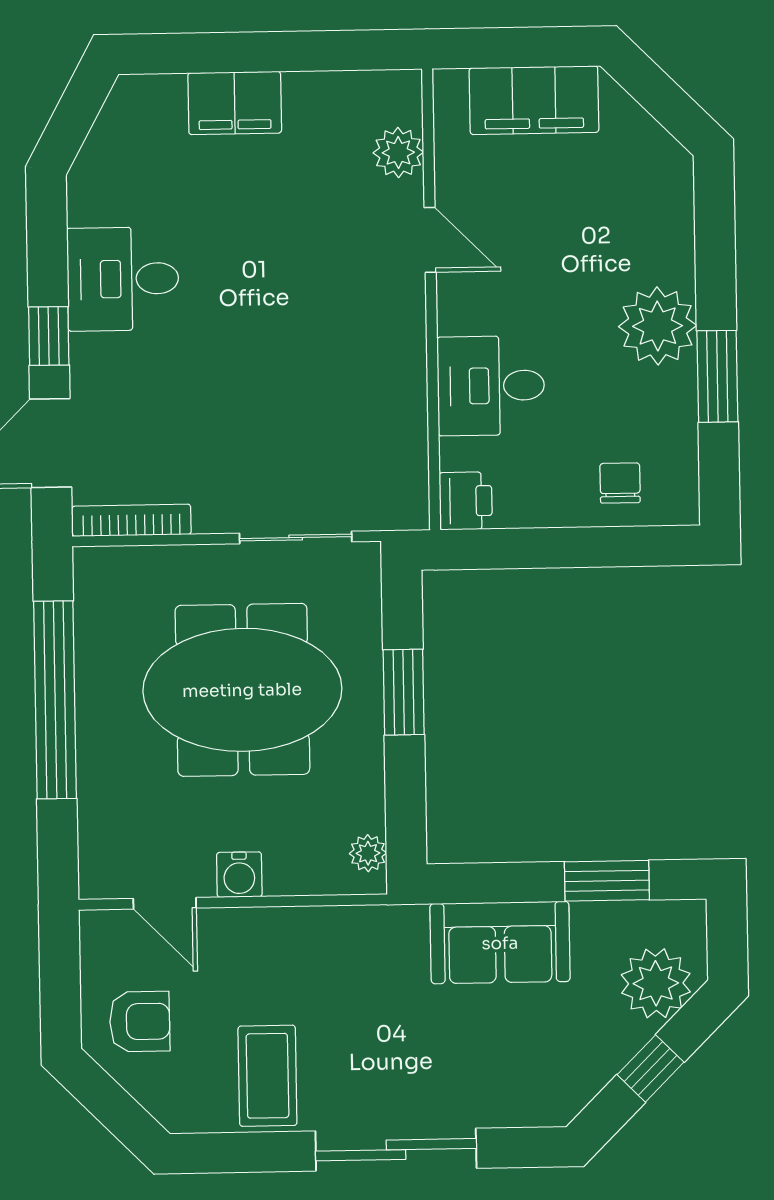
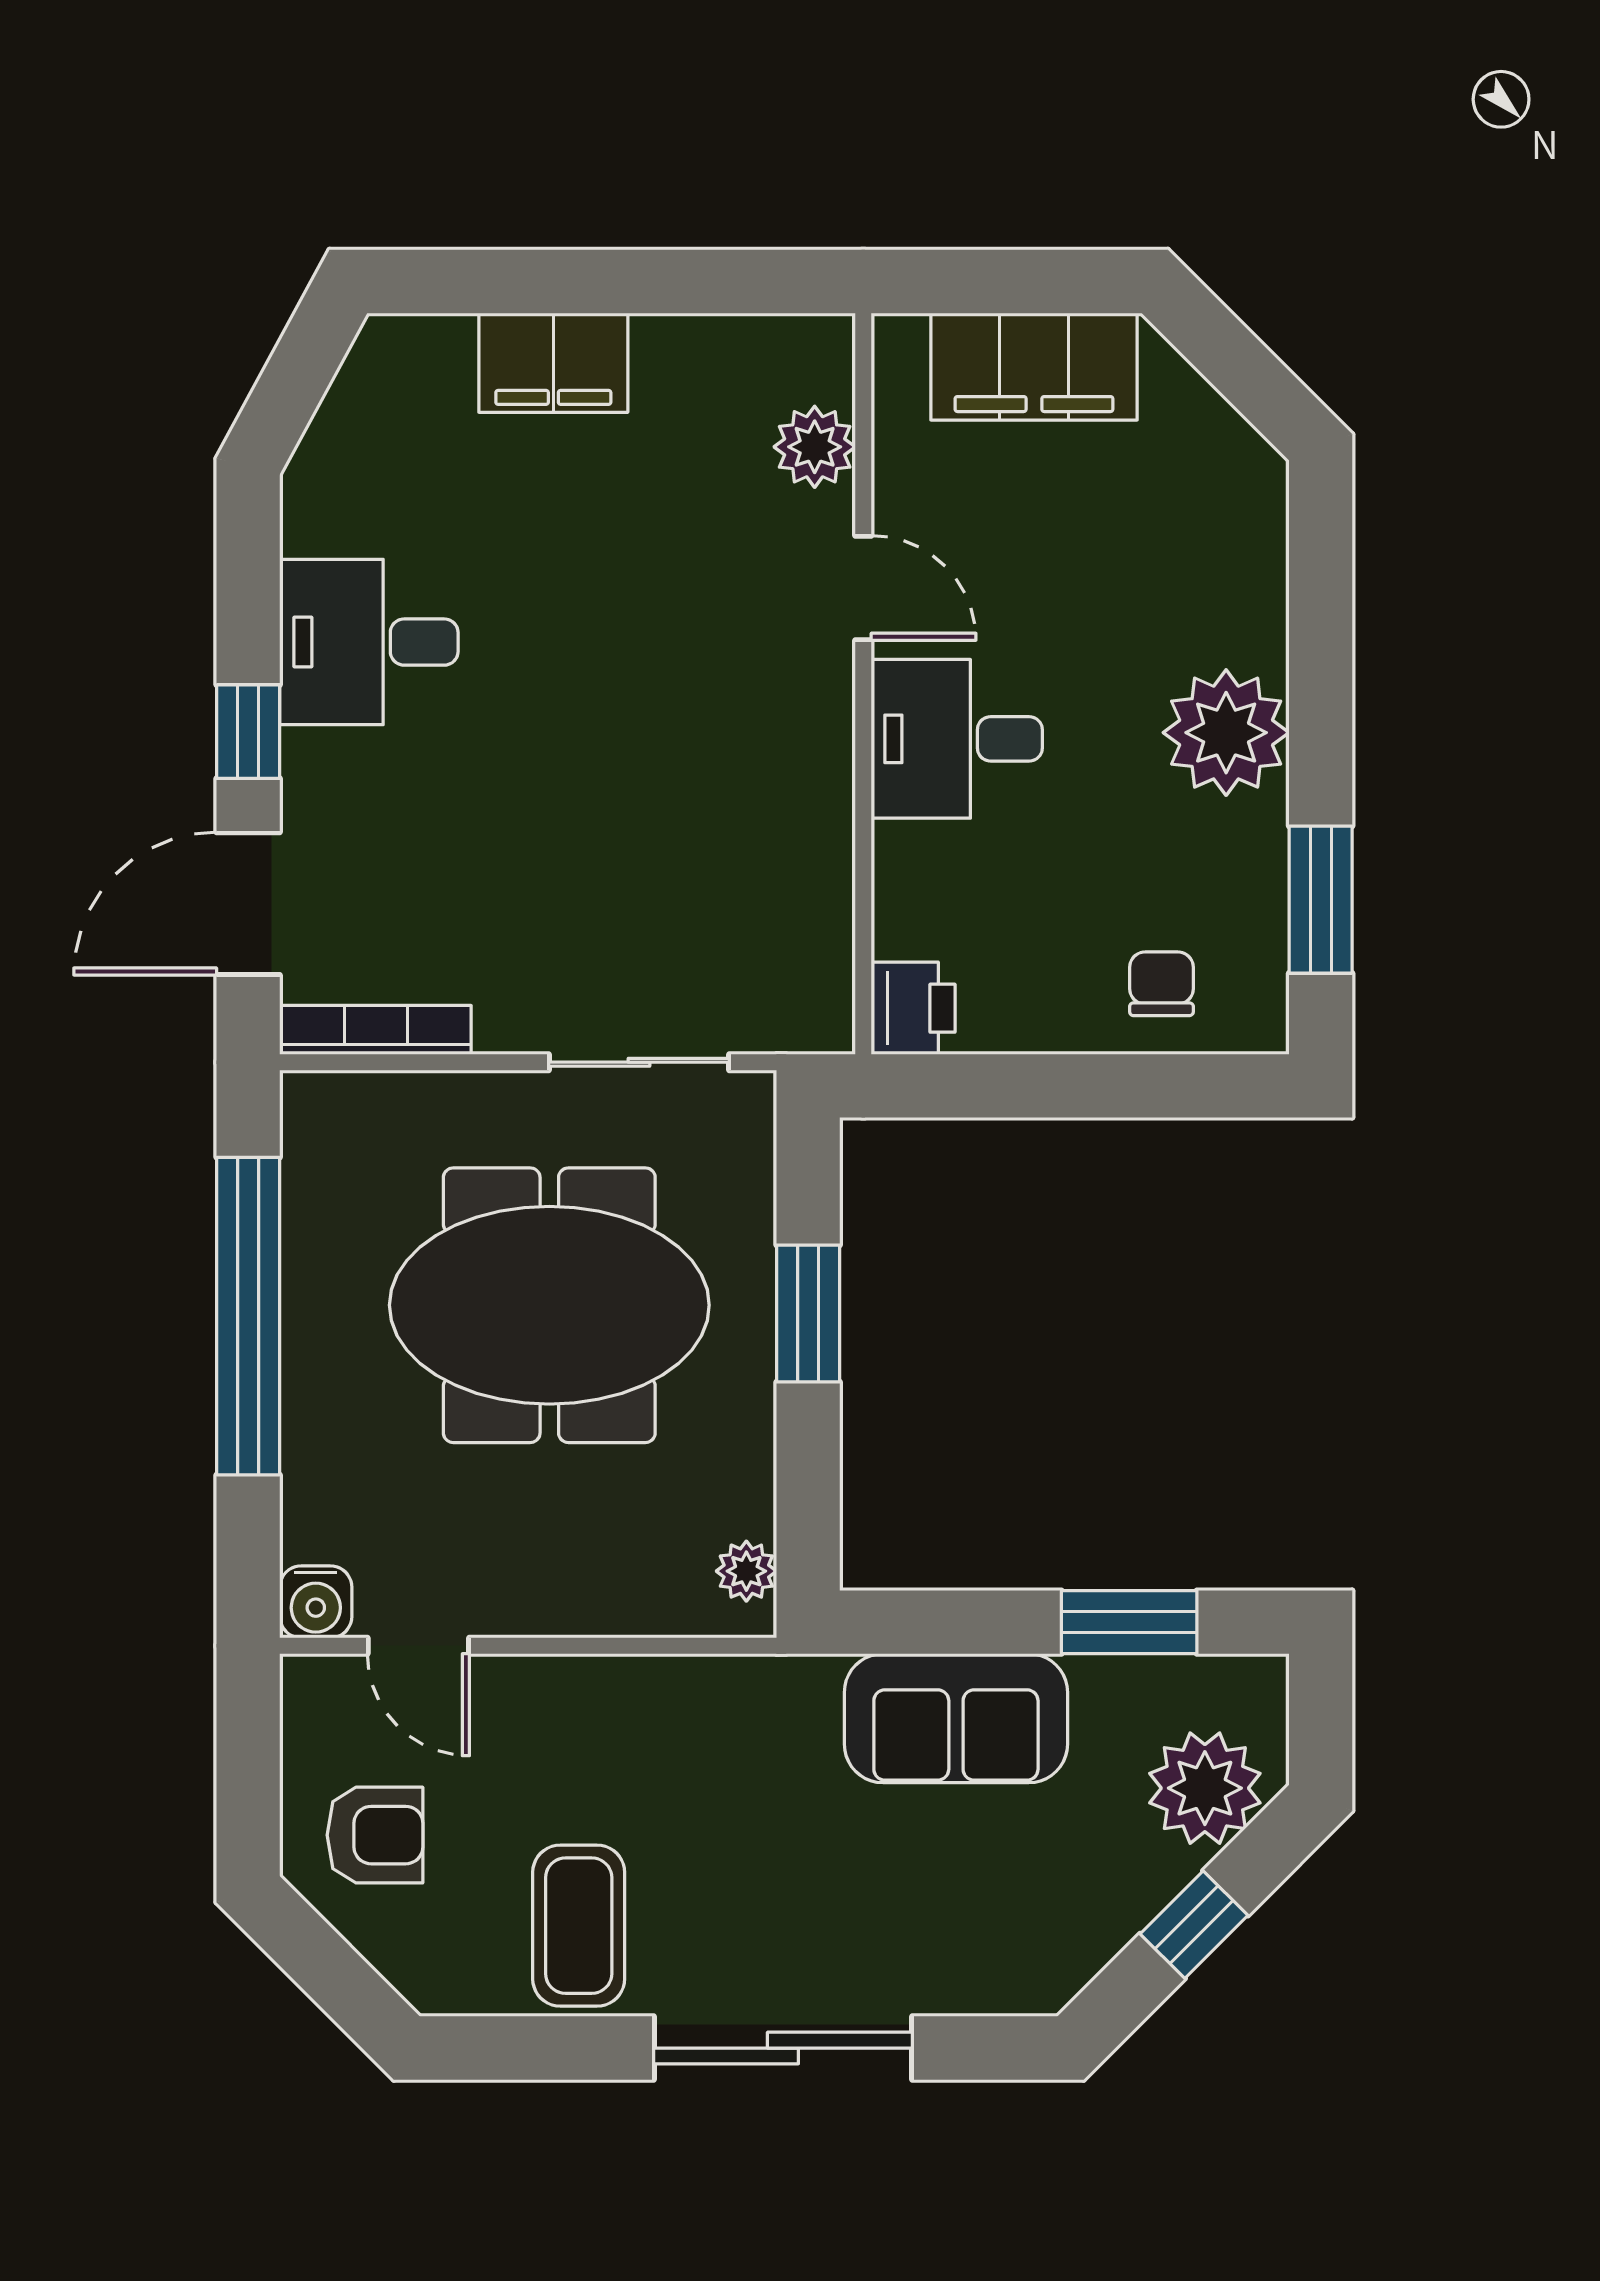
window: (717, 376) -> (1321, 900), moved
desk: (491, 386) -> (957, 739), moved
water cooler: (239, 875) -> (316, 1602), moved

